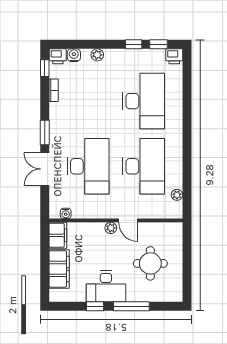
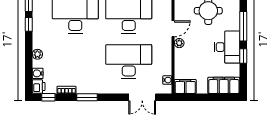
window: (45, 133) -> (87, 97), moved
double door: (45, 169) -> (142, 97), moved
filing cabinet: (59, 269) -> (224, 85), moved

